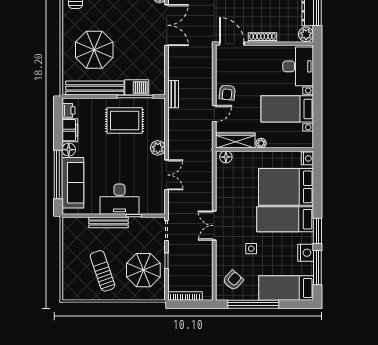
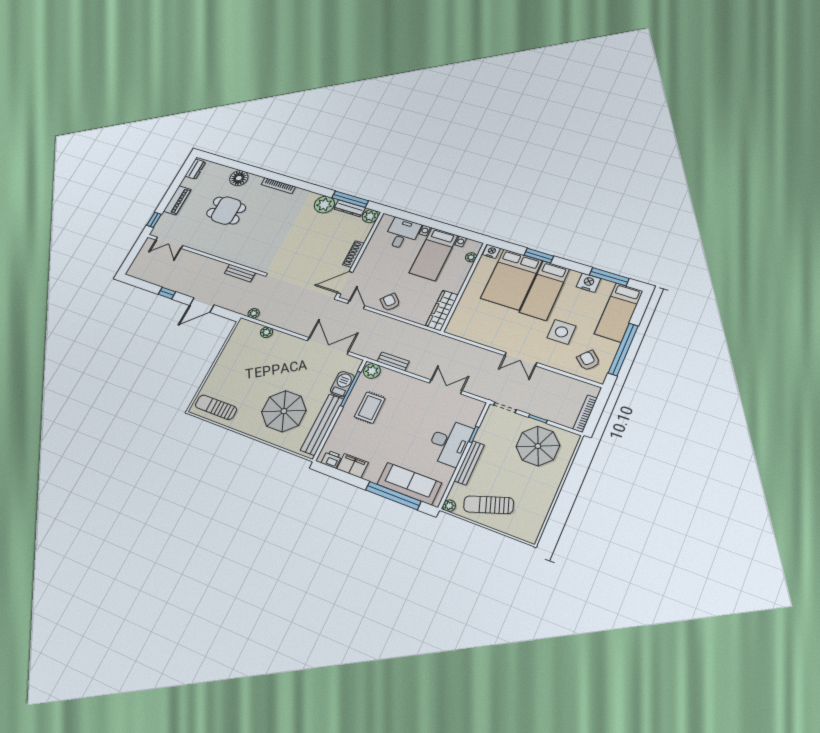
double door: (167, 25) -> (328, 346), moved
desk: (298, 66) -> (402, 234), width x0.73
armchair: (227, 92) -> (390, 302), turned -143
bench: (173, 94) -> (393, 361), moved
door: (214, 114) -> (356, 305), moved
rug: (125, 121) -> (370, 408), width x0.73, depth x0.70
plant: (261, 143) -> (471, 257), moved
plant: (158, 148) -> (372, 371), moved
floor lamp: (69, 150) -> (372, 475), removed
floor lamp: (226, 157) -> (454, 324), removed
plant: (67, 222) -> (449, 506), added
window: (317, 231) -> (539, 256), moved
side table: (251, 249) -> (561, 332), width x1.87, depth x1.87
sun lounger: (102, 271) -> (489, 505), moved

